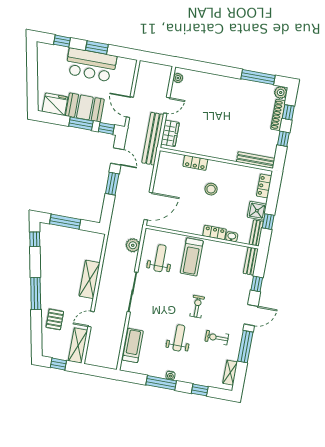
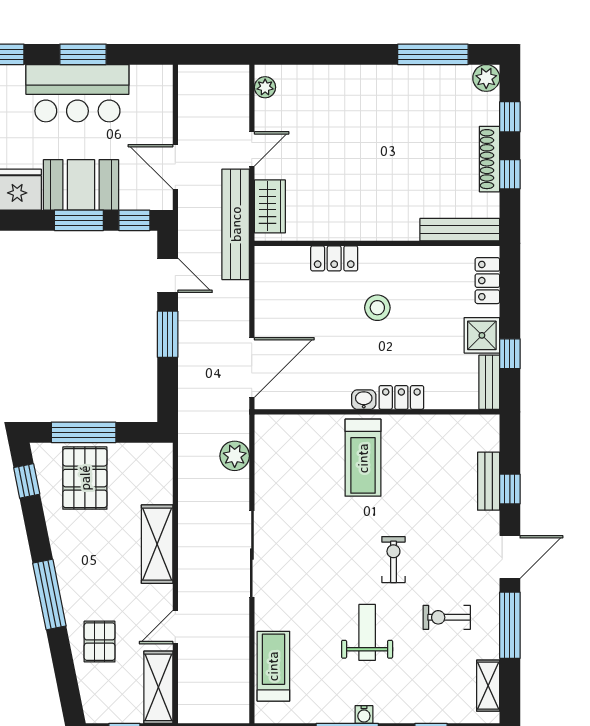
shoe rack: (278, 115) -> (490, 159), moved
washbasin: (232, 237) -> (364, 400), moved
pallet: (62, 243) -> (85, 478), added
weight bench: (160, 258) -> (297, 472), removed
bench: (251, 261) -> (489, 481), moved

